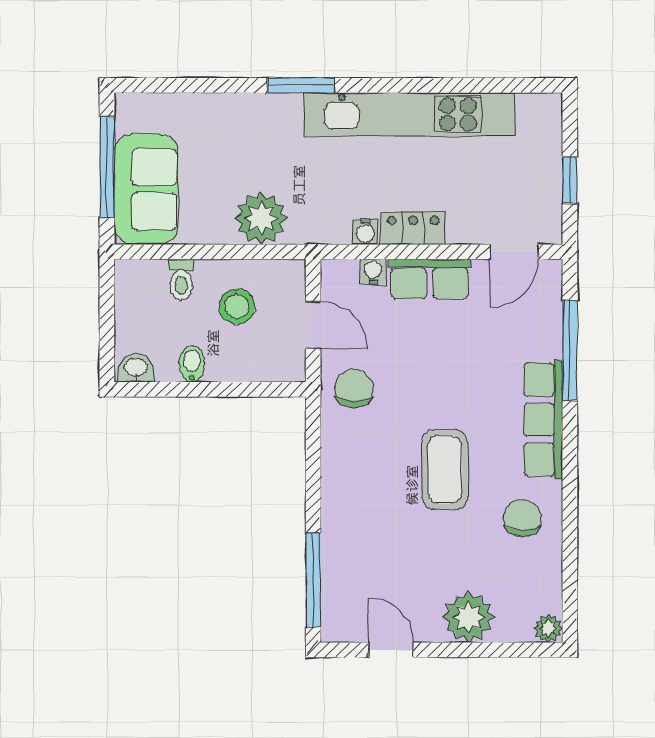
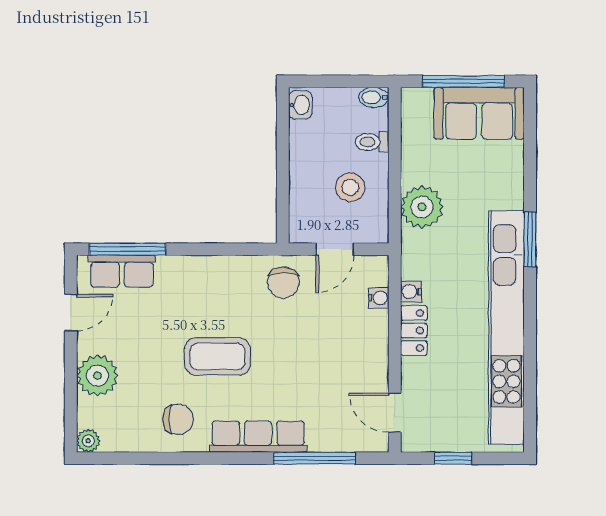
kitchen unit: (409, 114) -> (506, 328), width x1.36
sofa: (146, 189) -> (479, 113), moved
row of seats: (430, 279) -> (122, 271), moved, turned -90
bidet: (192, 364) -> (374, 97), moved, turned 180
chair: (354, 388) -> (283, 282), turned 90

